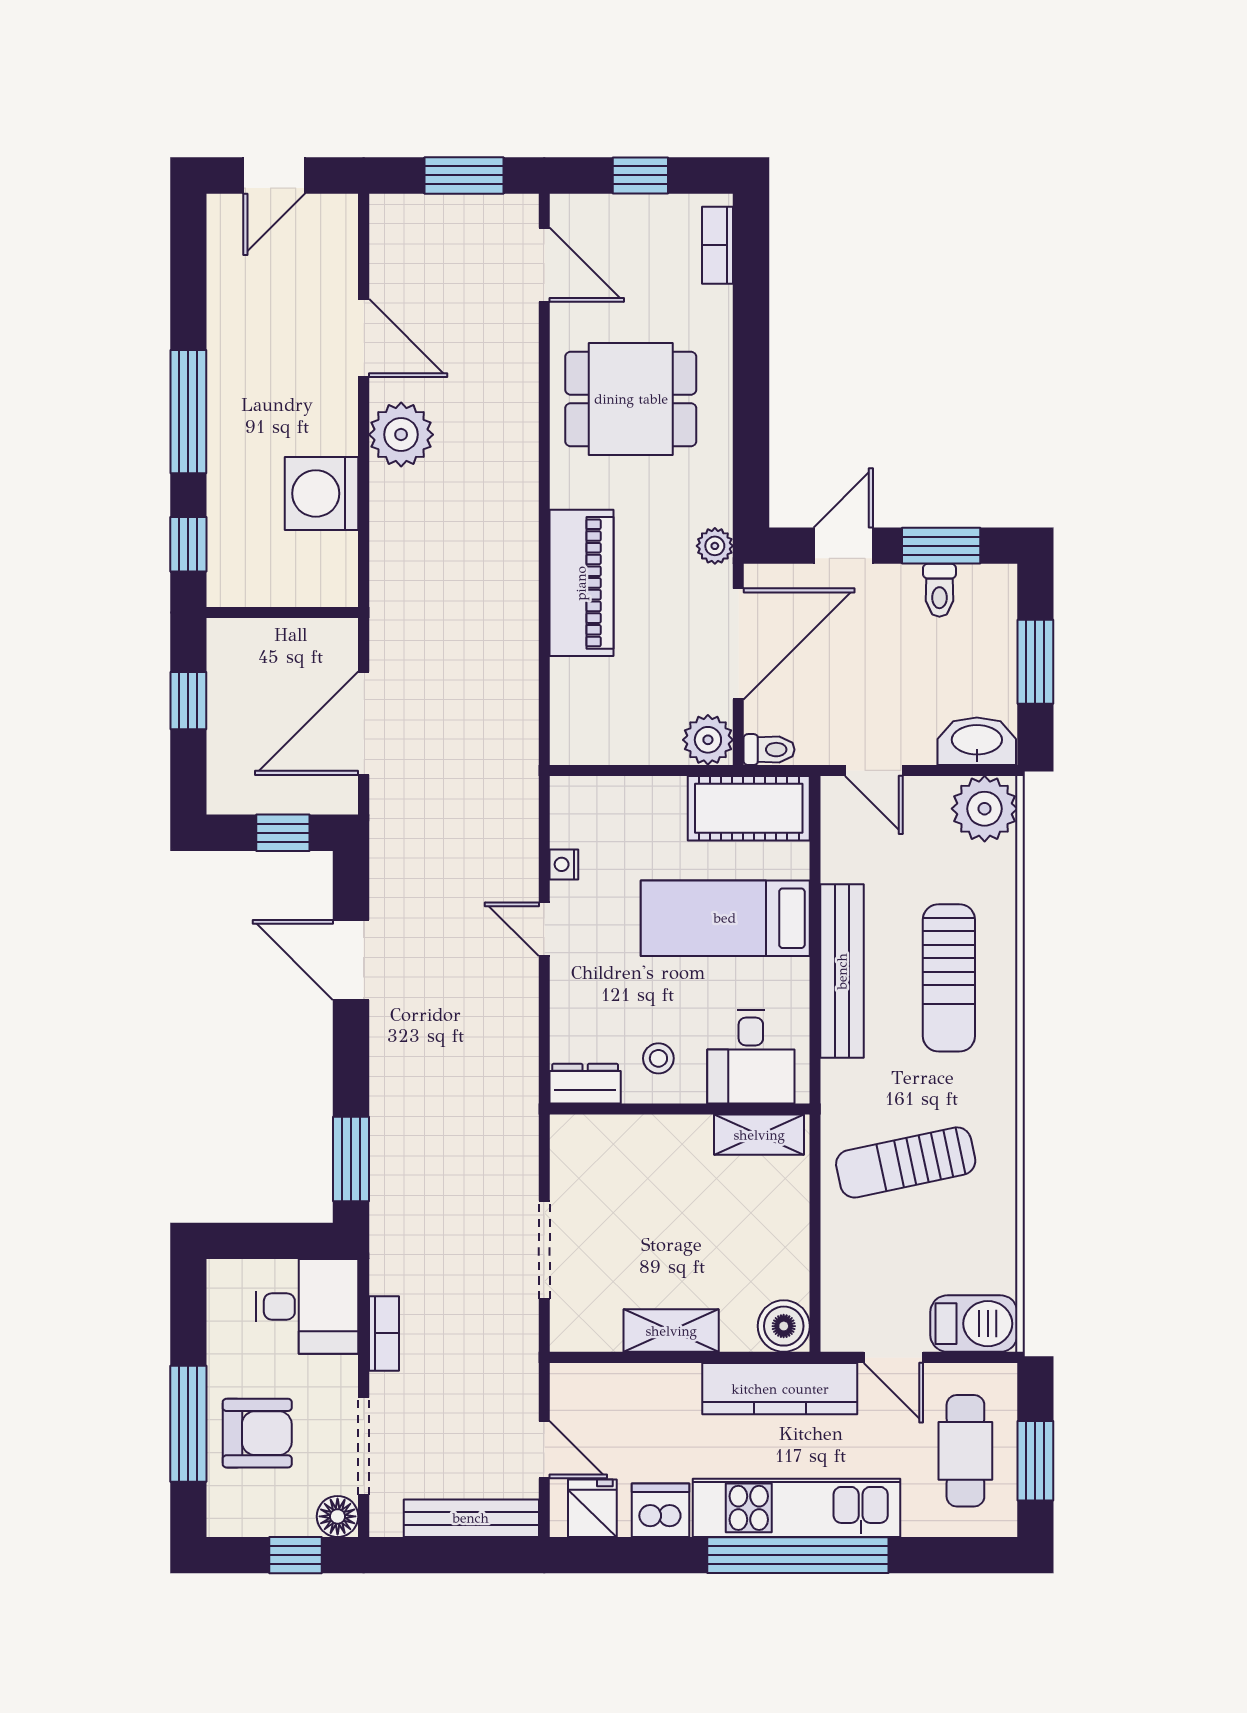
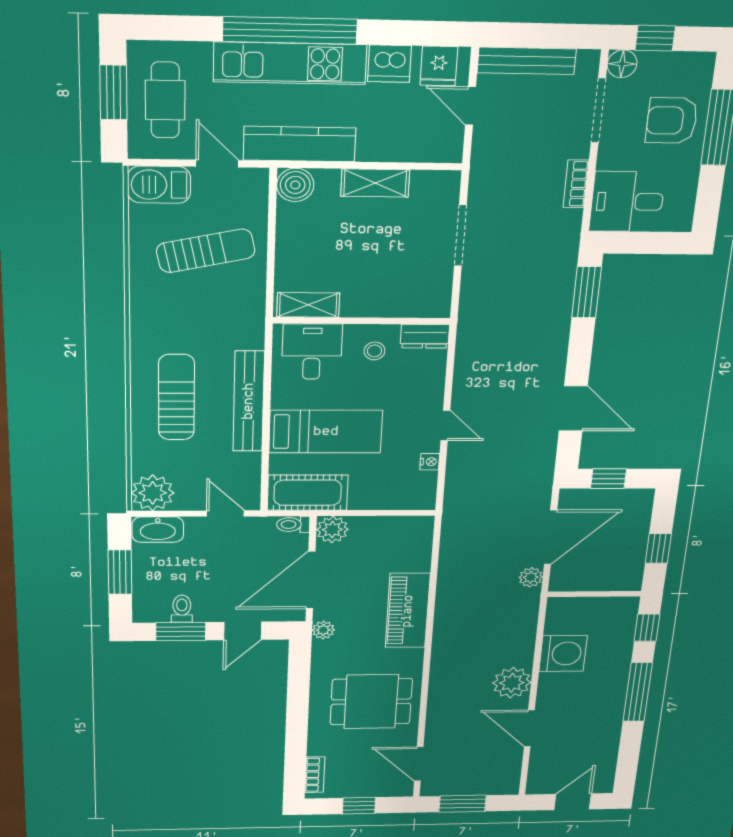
plant: (388, 646) -> (531, 577), added
sun lounger: (906, 1162) -> (206, 251), moved

